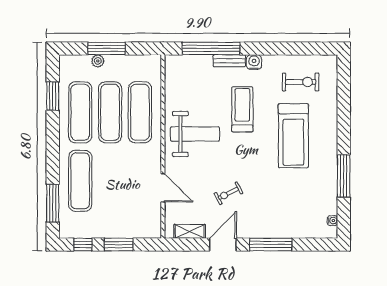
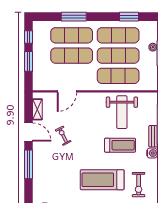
weight bench: (195, 134) -> (122, 112), moved
exercise mat: (110, 181) -> (72, 56), added
window: (53, 203) -> (74, 17), moved

